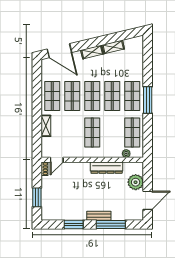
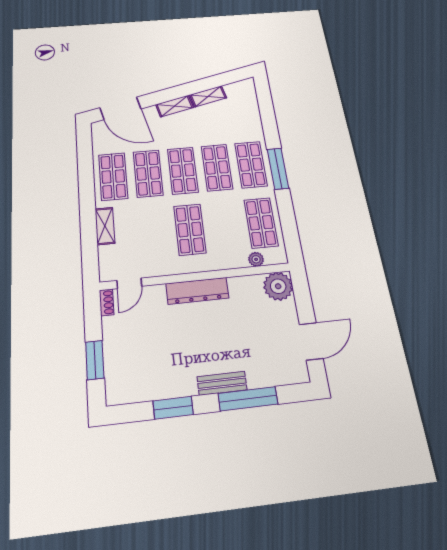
dresser: (107, 168) -> (197, 291), moved
plant: (136, 182) -> (278, 286), moved

